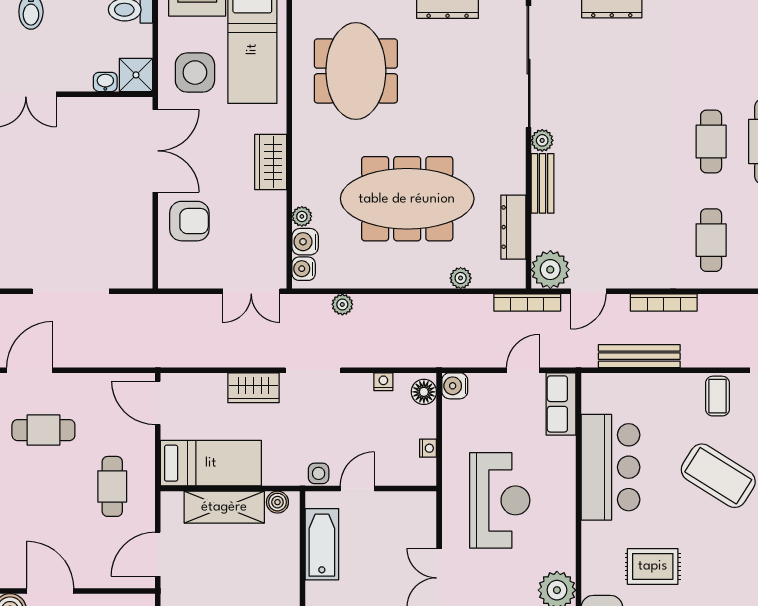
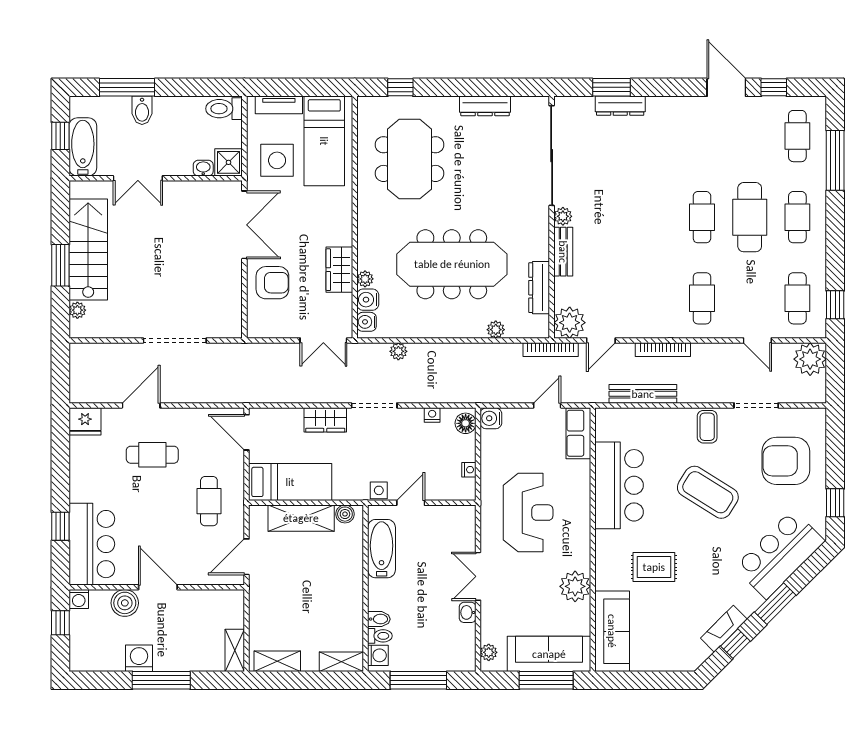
wardrobe: (271, 162) -> (339, 270), moved

